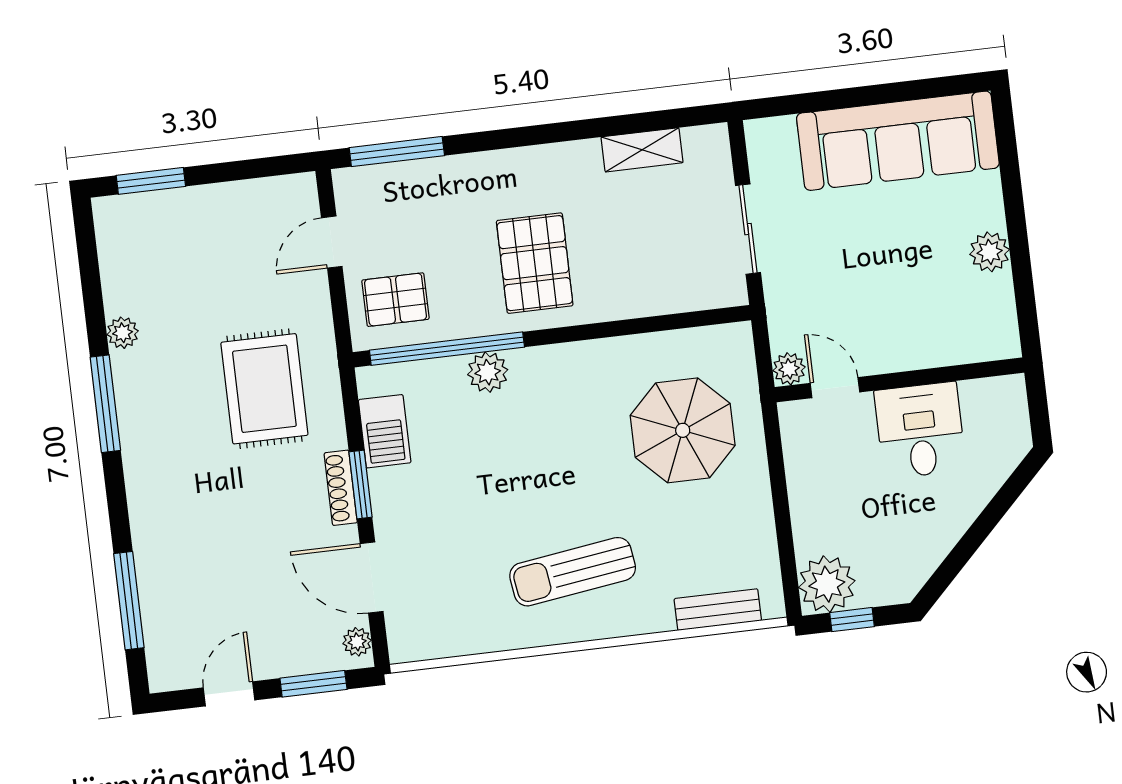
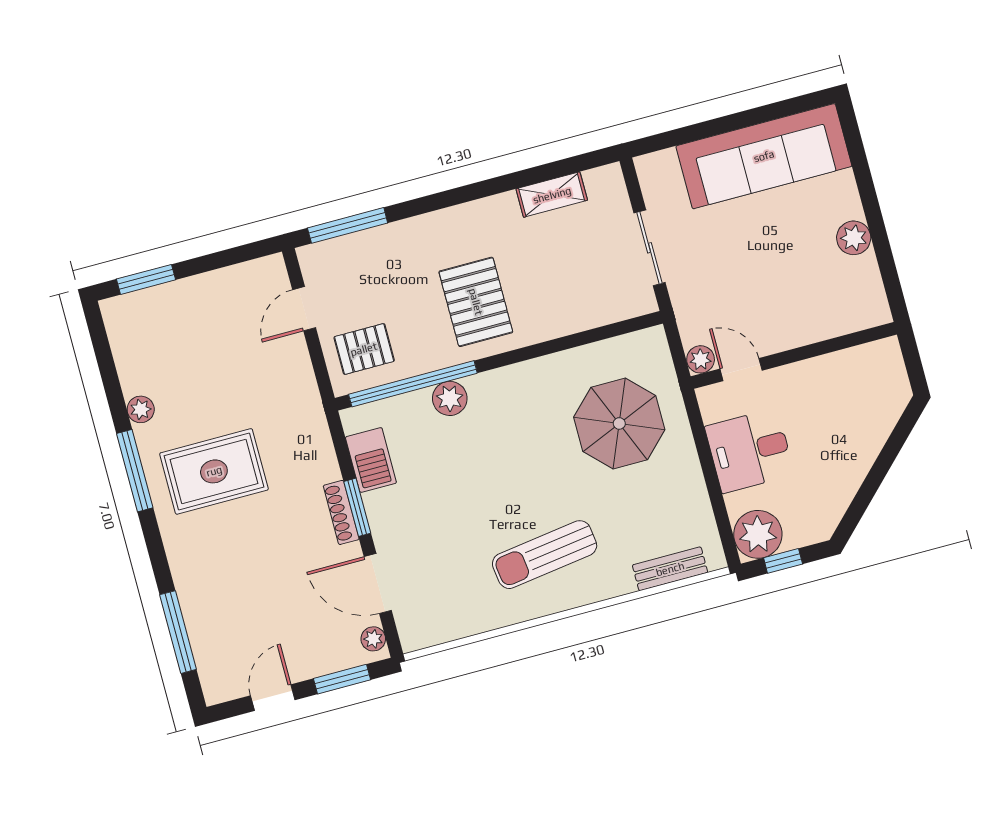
rug: (264, 389) -> (214, 471), moved, turned 90
desk: (920, 430) -> (750, 451), moved, turned -90

